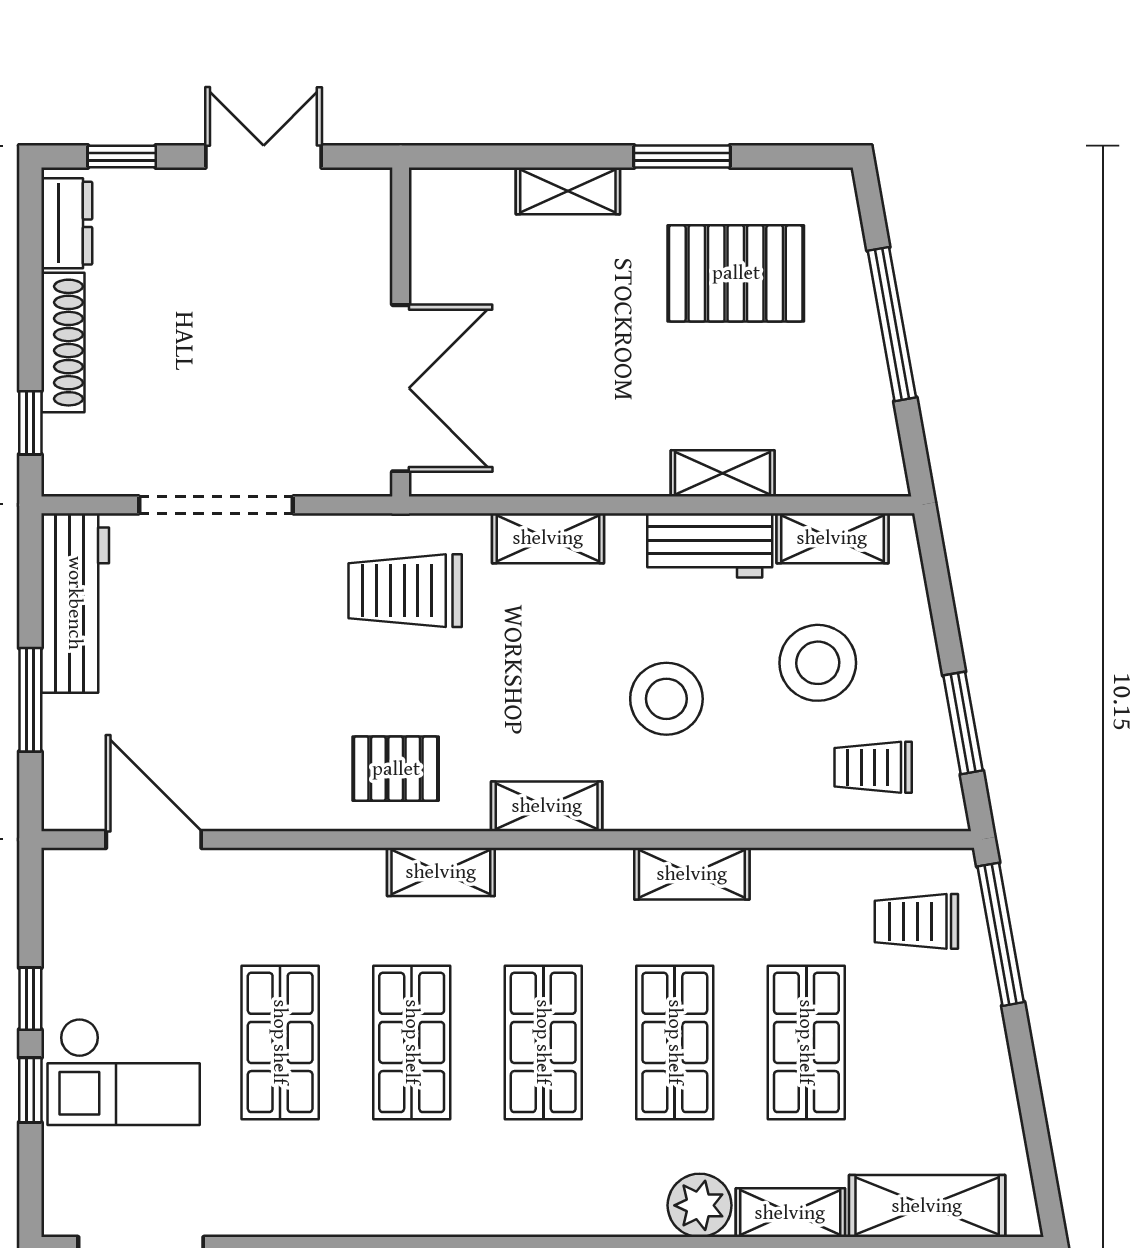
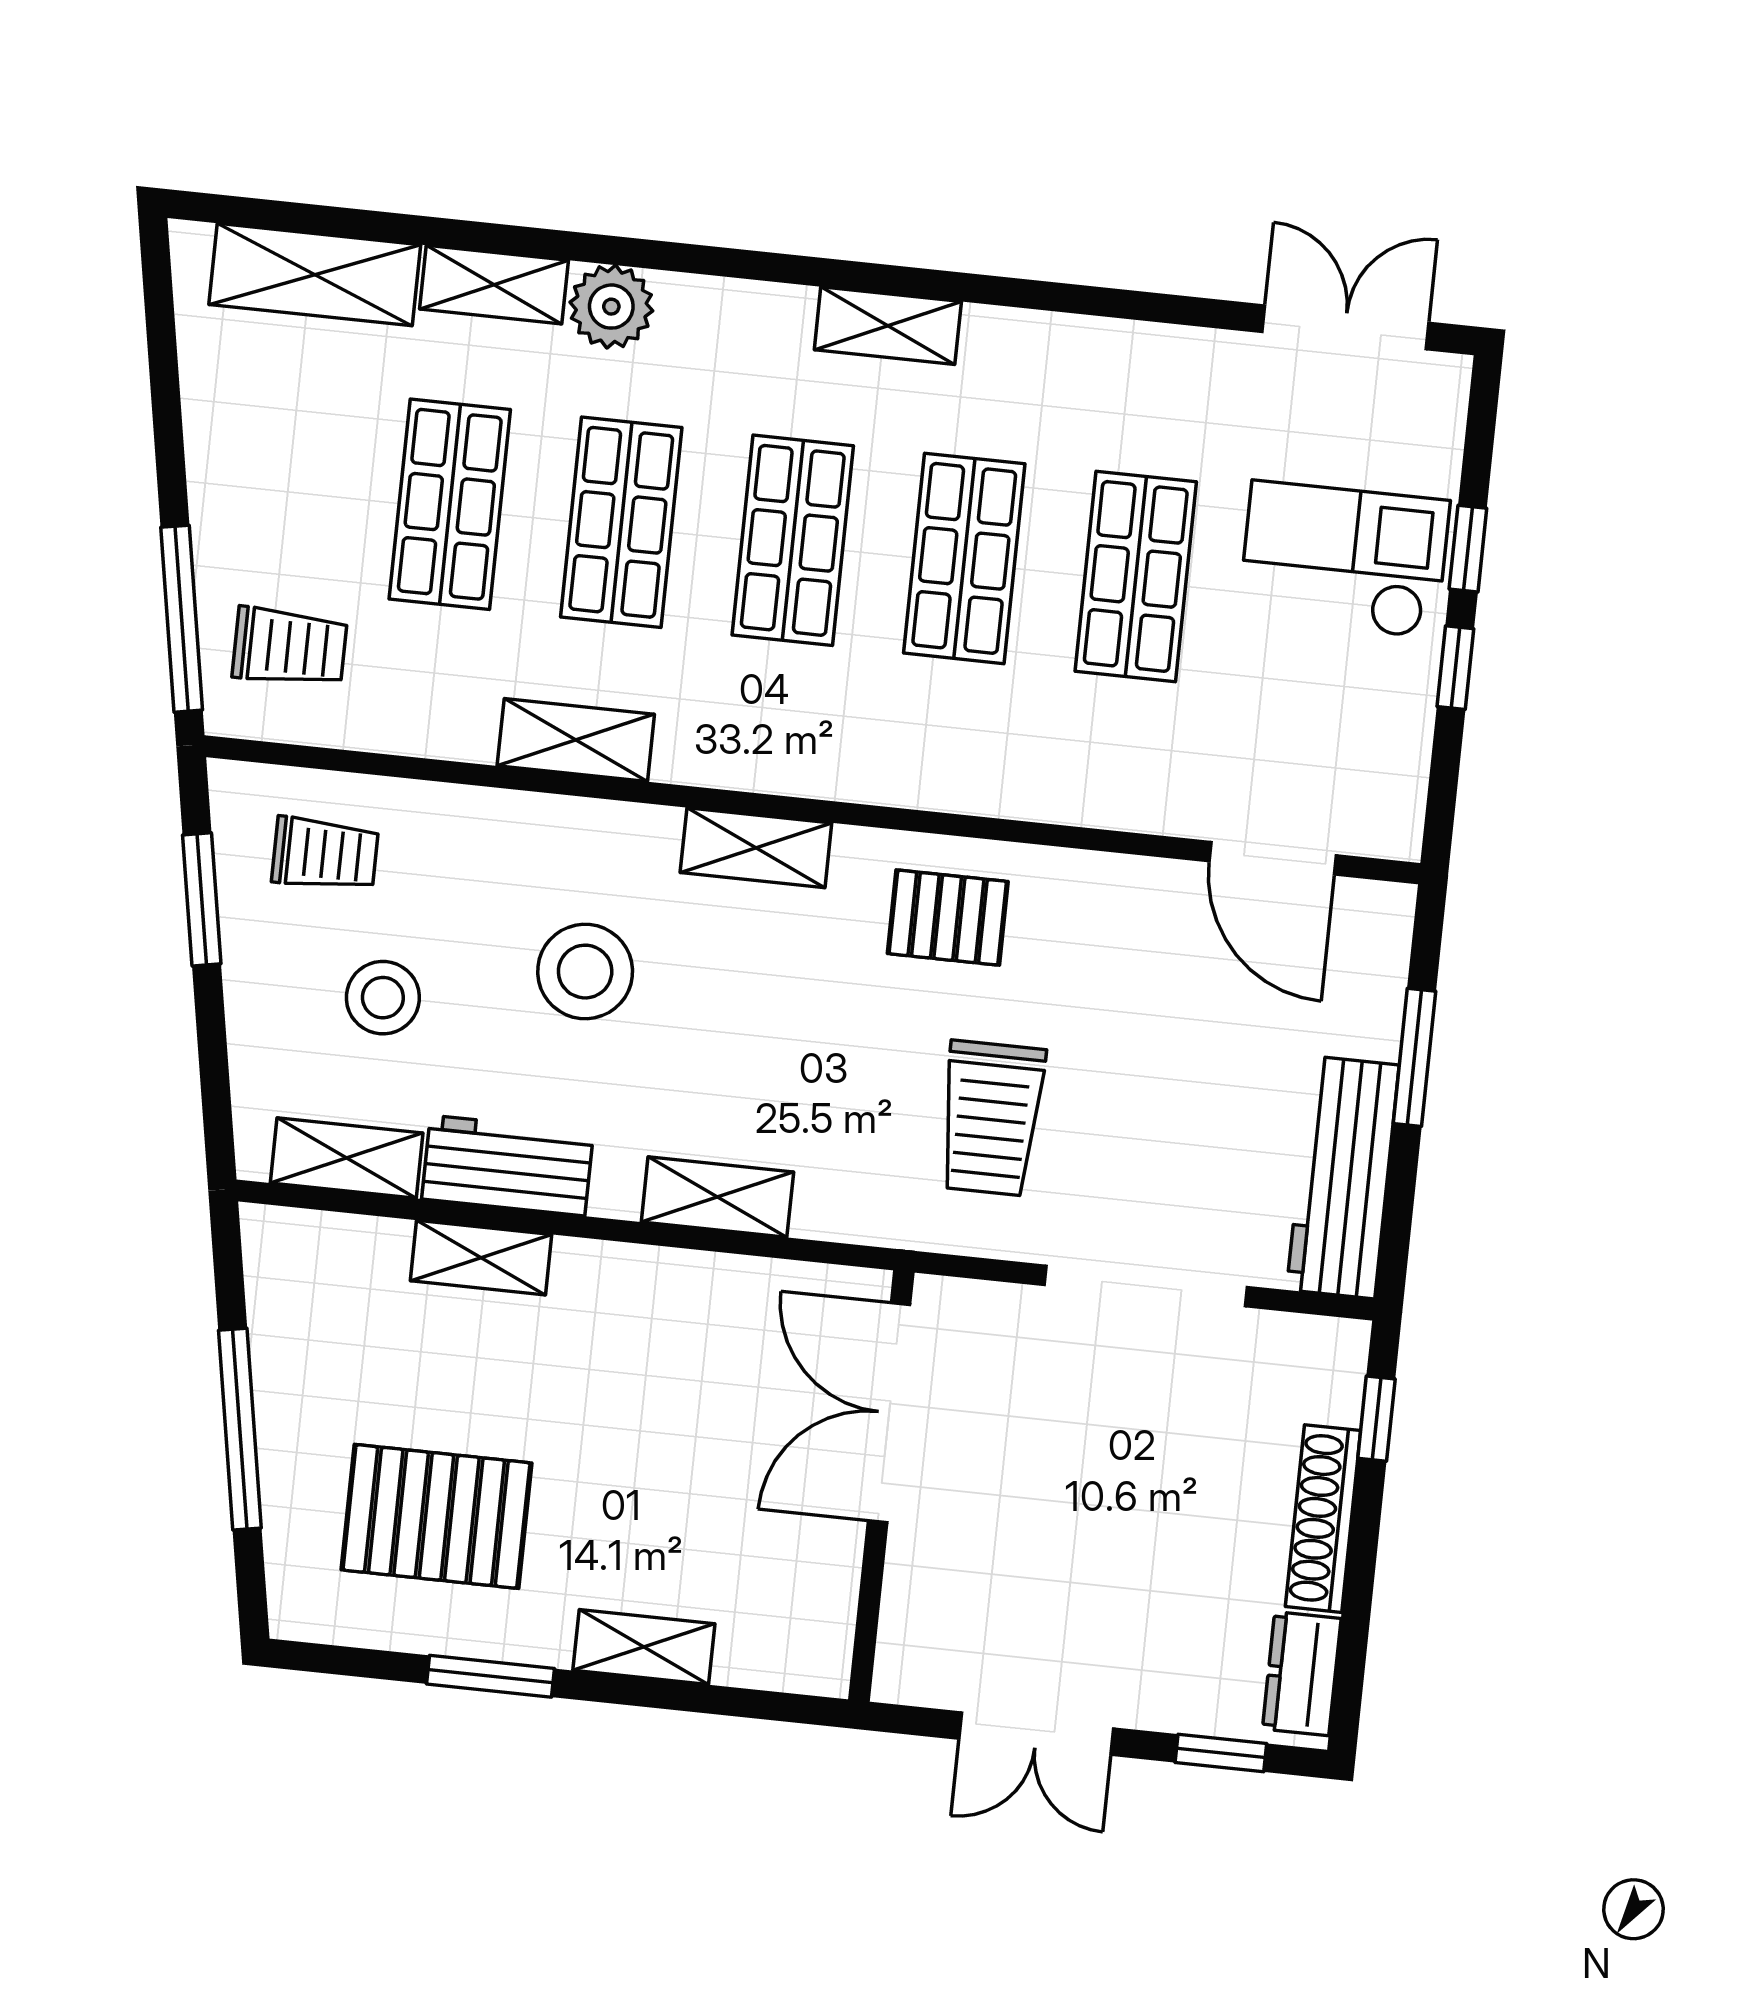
trolley: (405, 591) -> (991, 1118), moved, turned 90
stool: (818, 663) -> (383, 998), width x0.73, depth x0.73
shelving: (441, 872) -> (888, 326), moved

